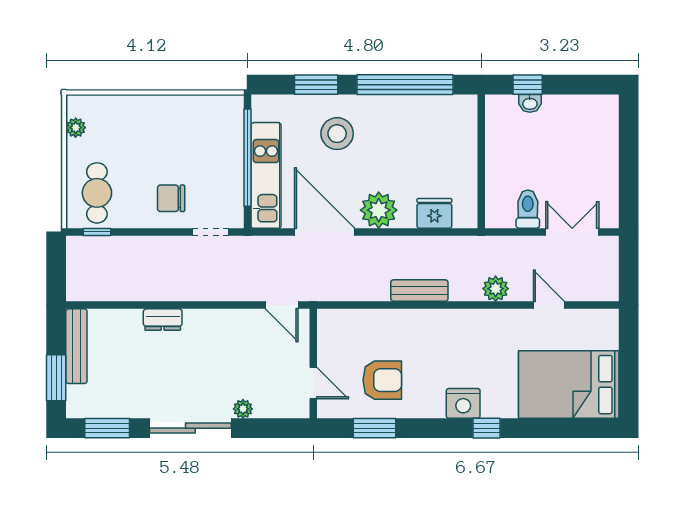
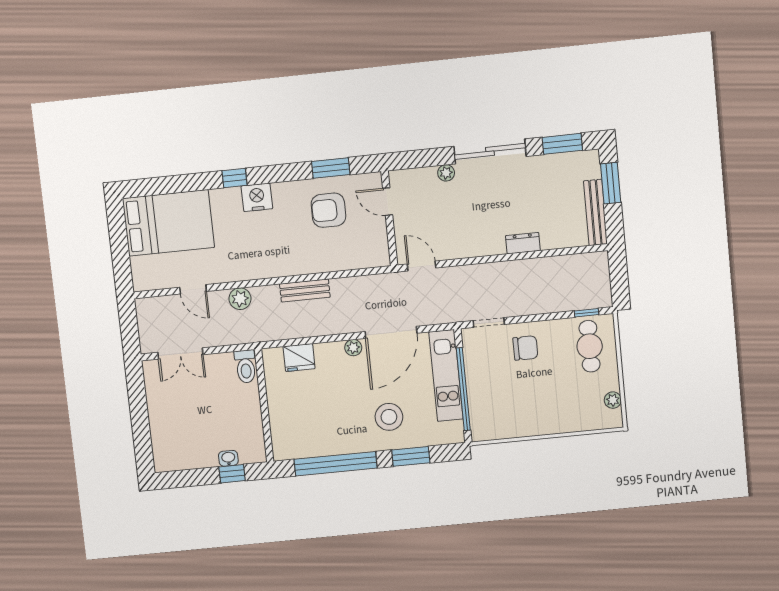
toilet: (528, 209) -> (246, 366), moved
plant: (379, 210) -> (353, 348), width x0.53, depth x0.53
door: (325, 232) -> (391, 332), hinge flipped

